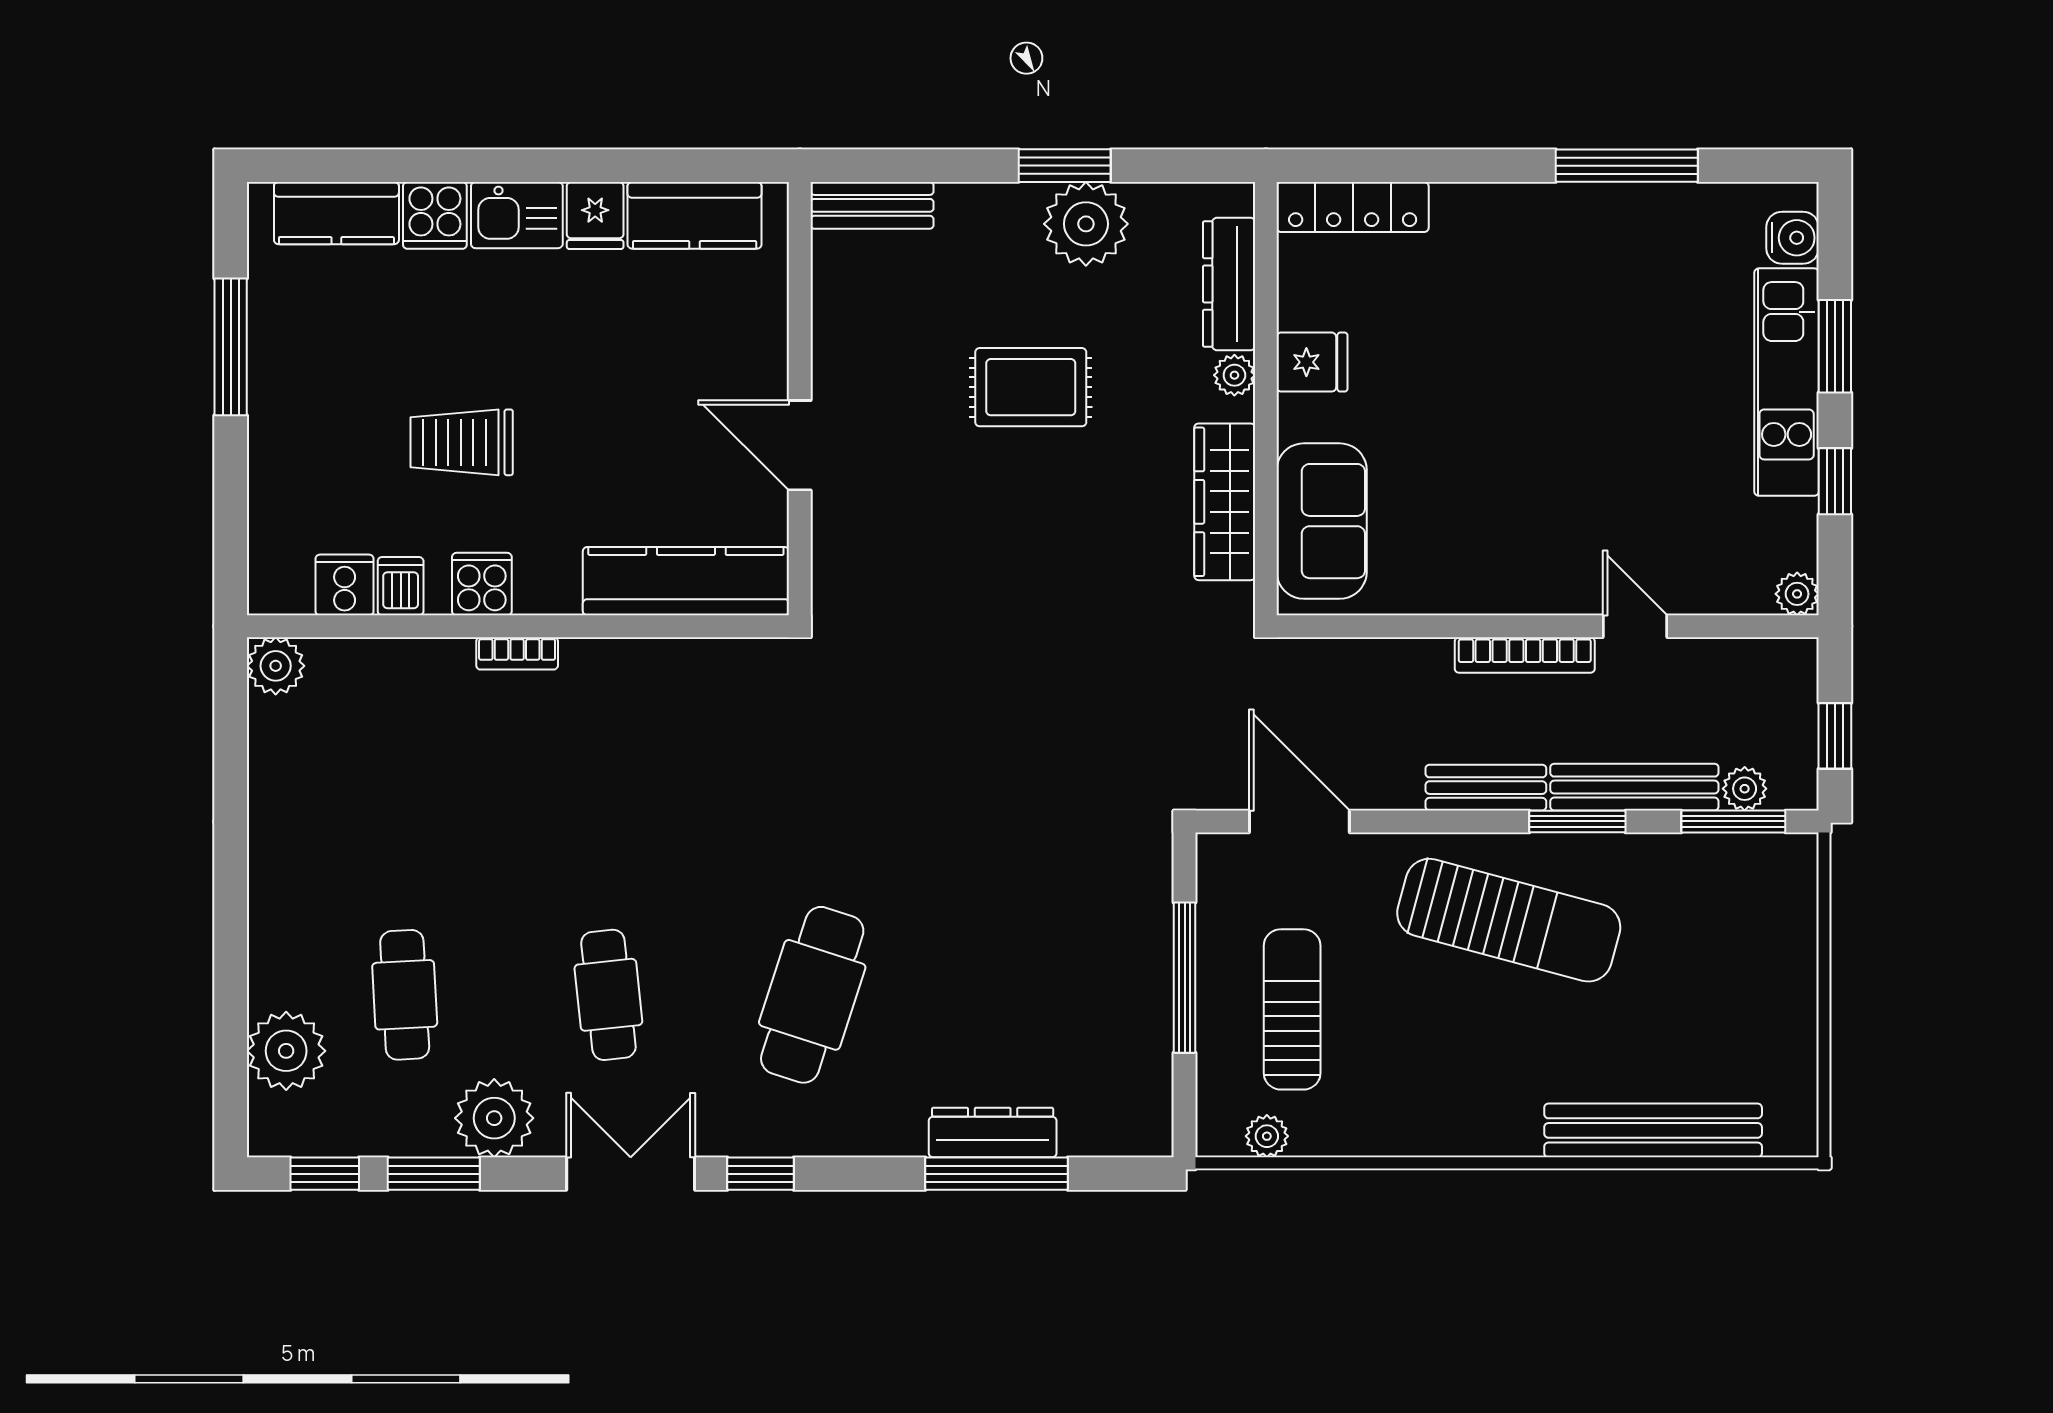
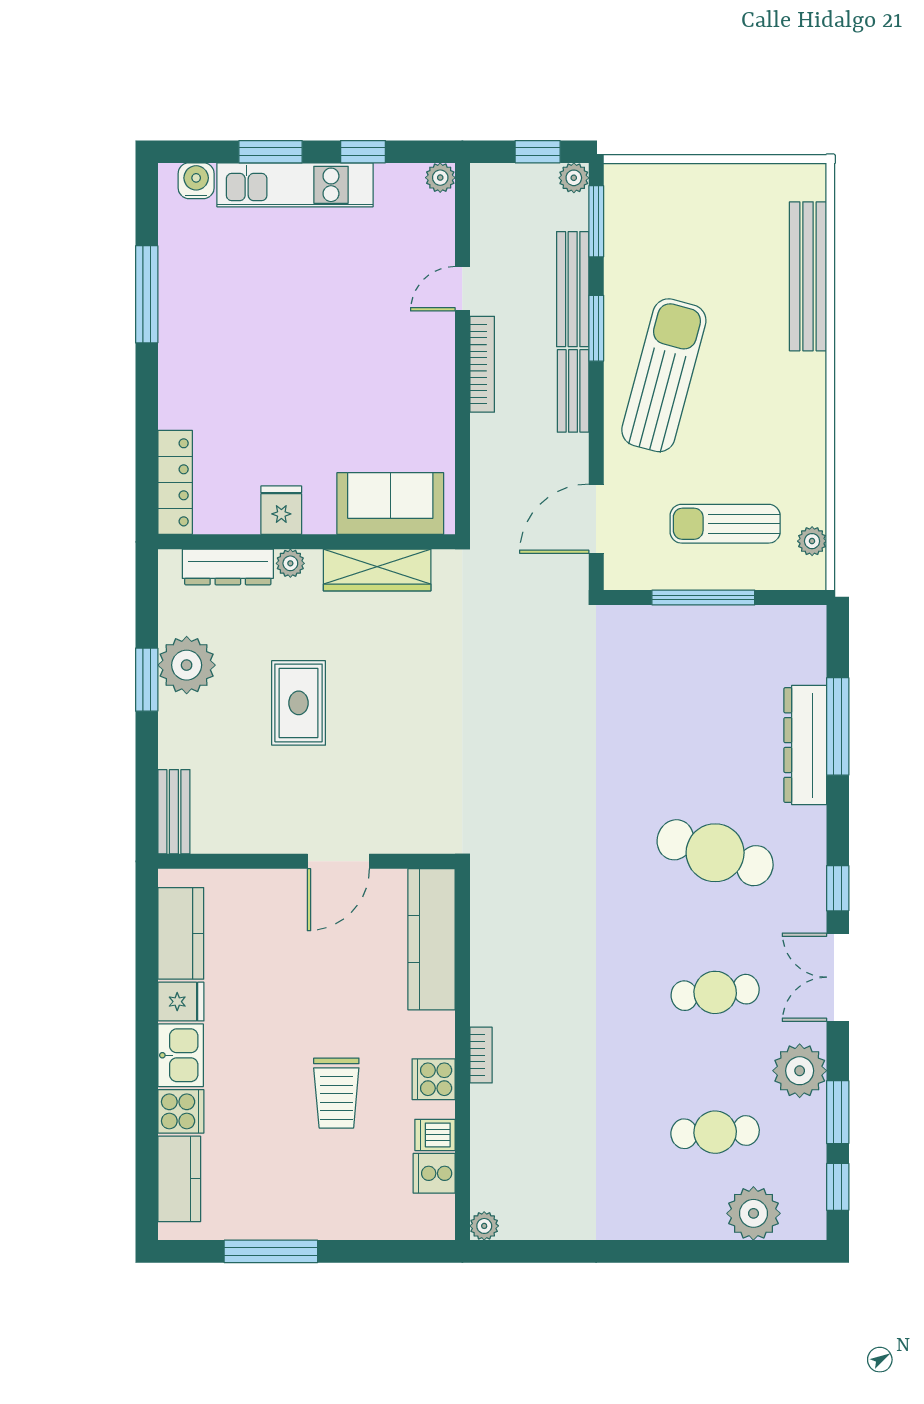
plant: (276, 666) -> (484, 1226), width x0.73, depth x0.73
plant: (1745, 789) -> (574, 178), moved
dresser: (993, 1132) -> (805, 745), width x1.37, depth x1.24

